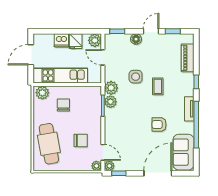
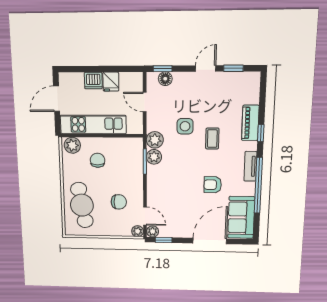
floor lamp: (136, 39) -> (165, 79), moved
plant: (95, 40) -> (135, 80), removed
piano: (188, 58) -> (250, 123), moved

